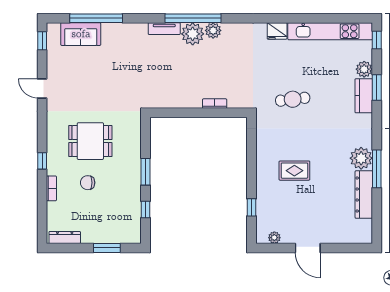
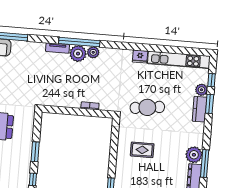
window: (377, 40) -> (212, 80), moved
cafe table: (293, 99) -> (147, 107), width x1.37, depth x1.35
rug: (294, 171) -> (142, 150), moved

